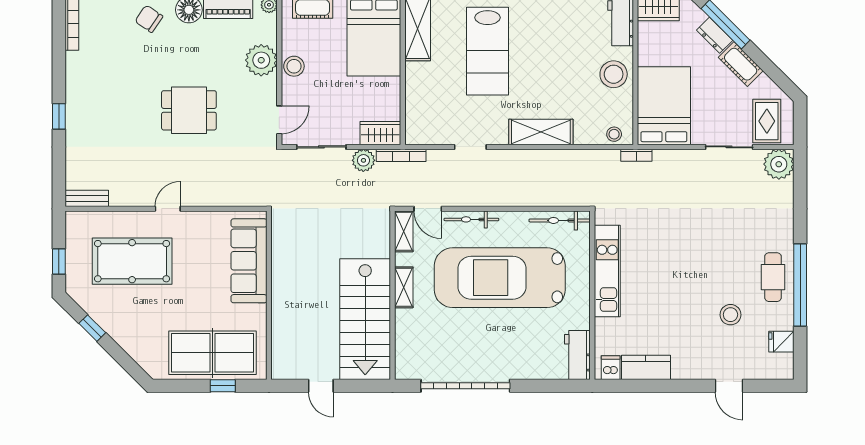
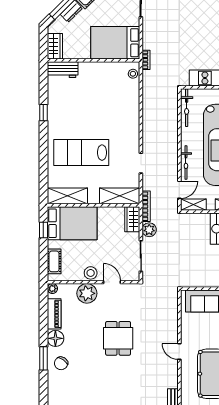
lab bench: (487, 51) -> (81, 153), turned 180
stool: (614, 74) -> (96, 74), removed
door: (279, 120) -> (112, 282), moved
shelving: (541, 132) -> (120, 196), moved, turned 90

